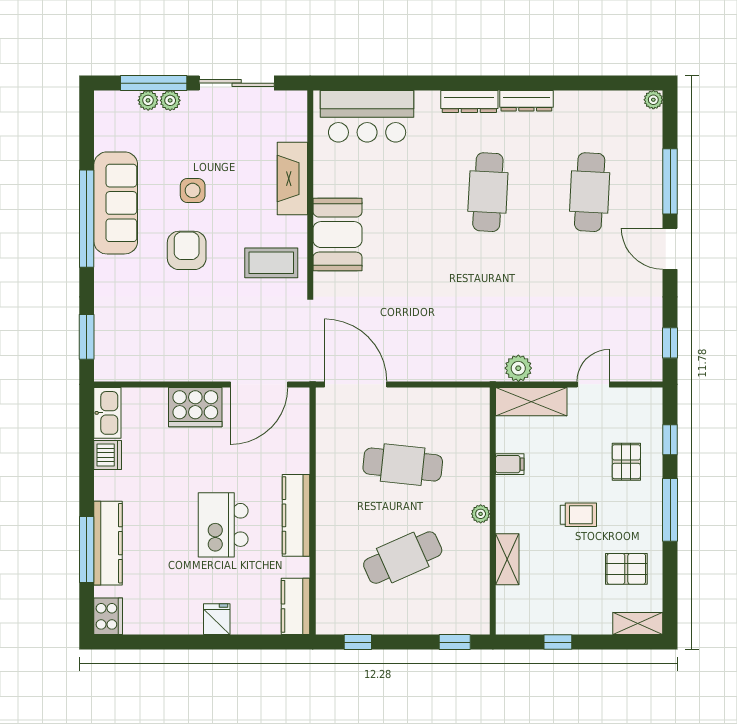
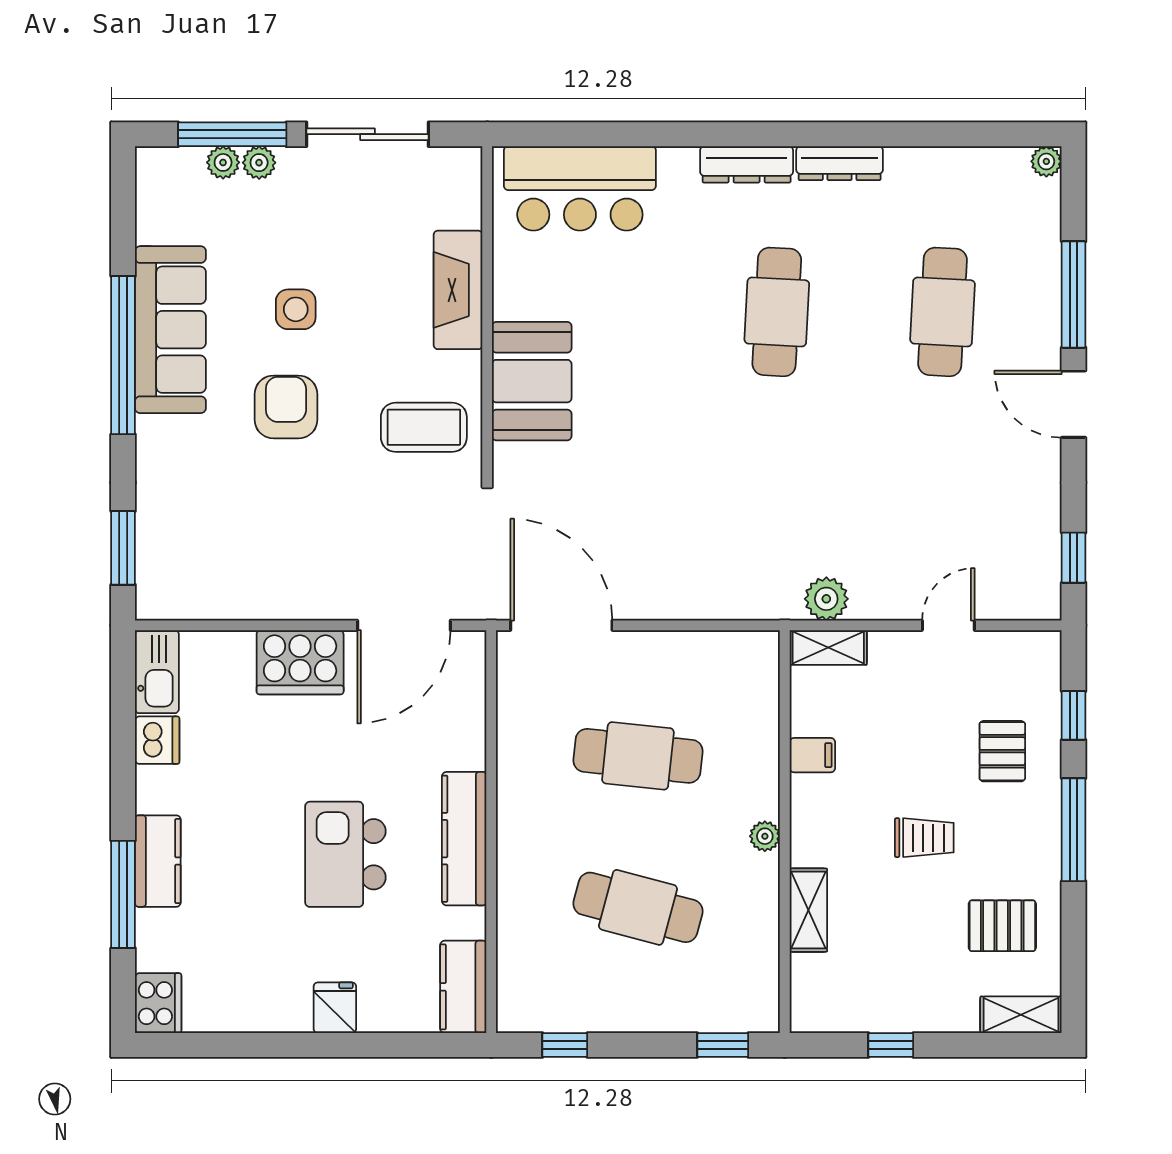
shelving: (531, 402) -> (828, 647), width x0.67, depth x0.75
kitchen counter: (108, 543) -> (158, 861), width x0.67
cafe table: (403, 558) -> (638, 907), turned 39

